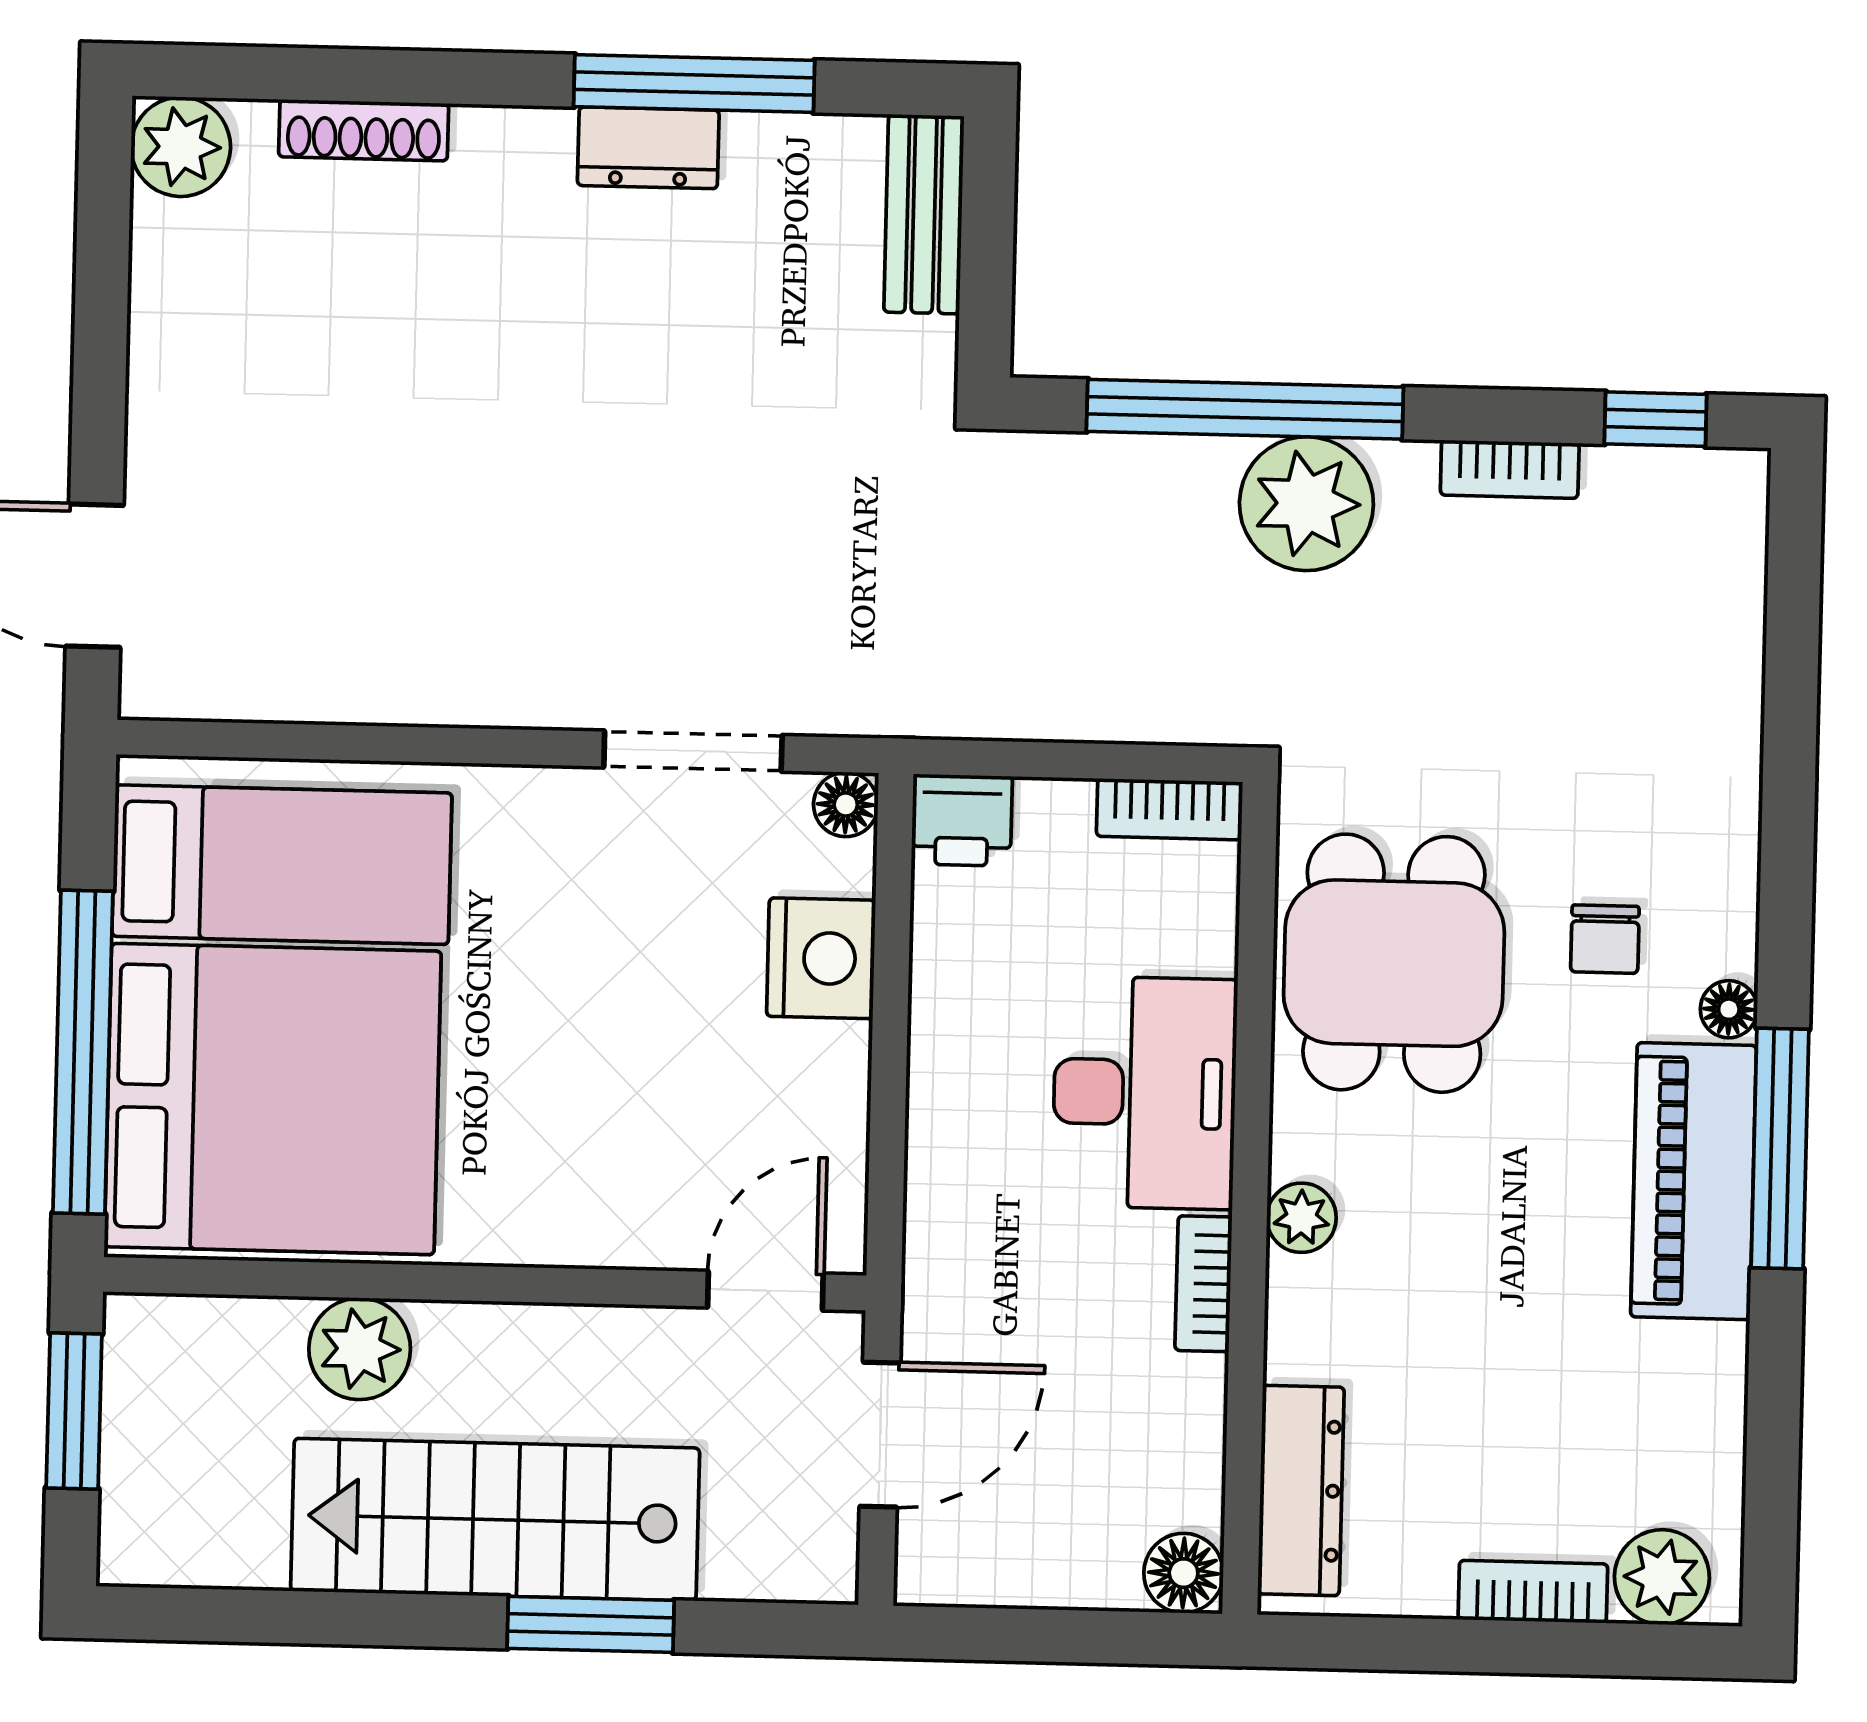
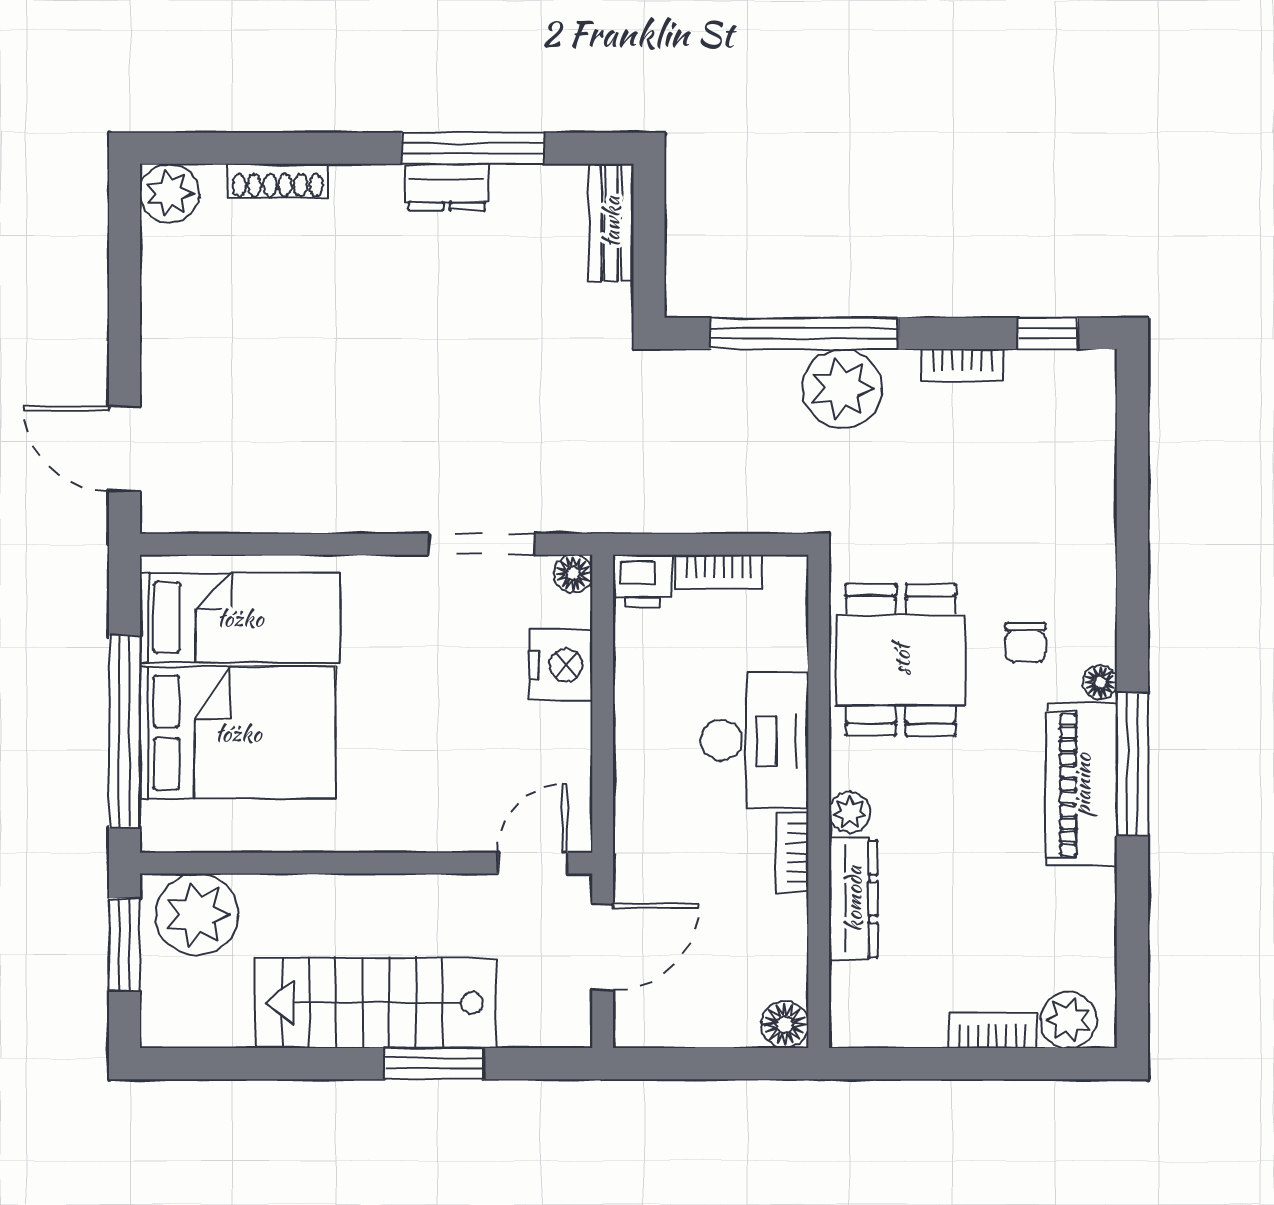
bookcase: (1170, 809) -> (719, 572), moved
bed: (273, 1099) -> (238, 733), width x0.73
plant: (360, 1349) -> (197, 914), moved, width x1.36, depth x1.36
dresser: (1301, 1490) -> (853, 899), moved

